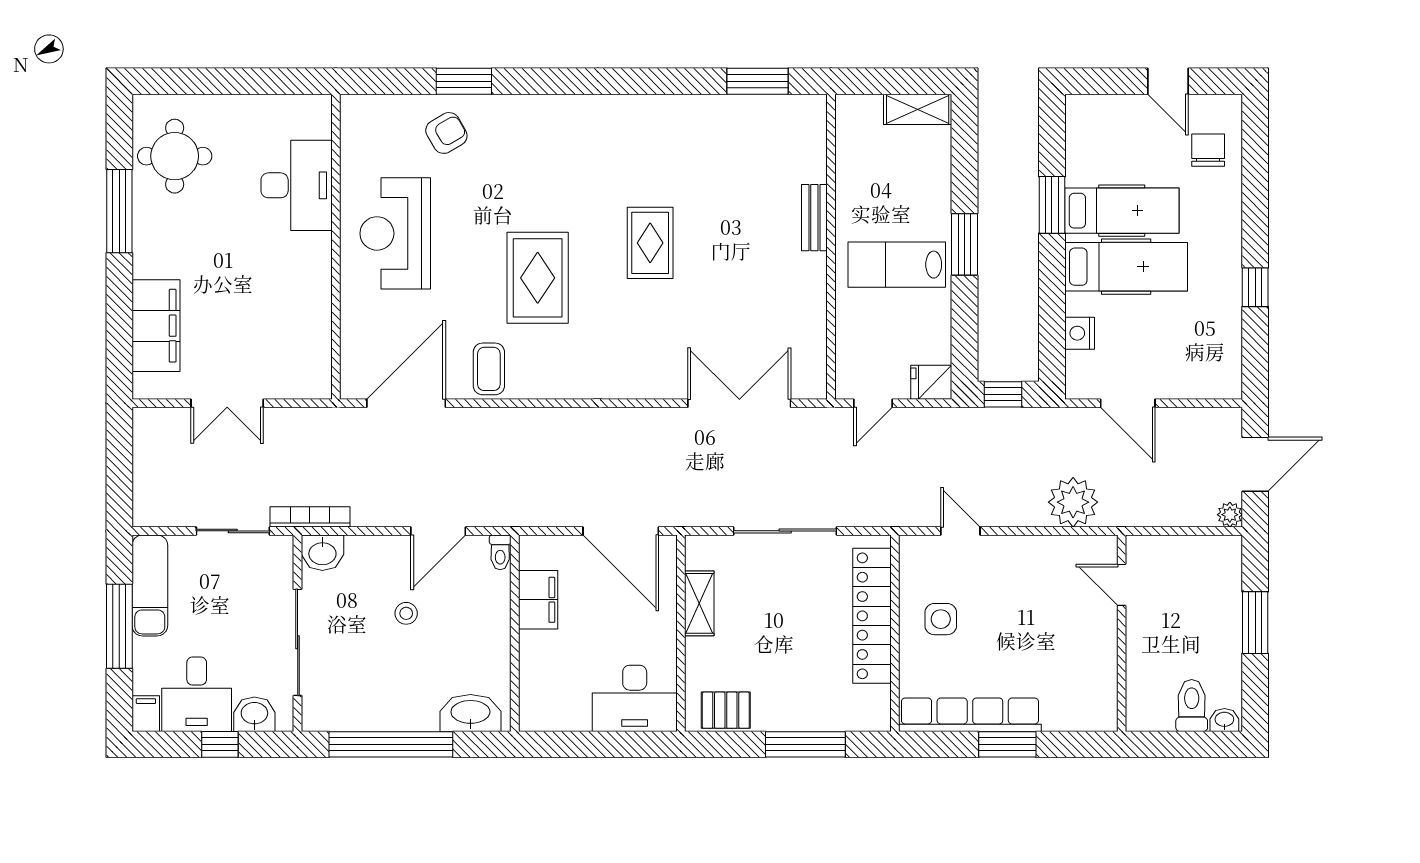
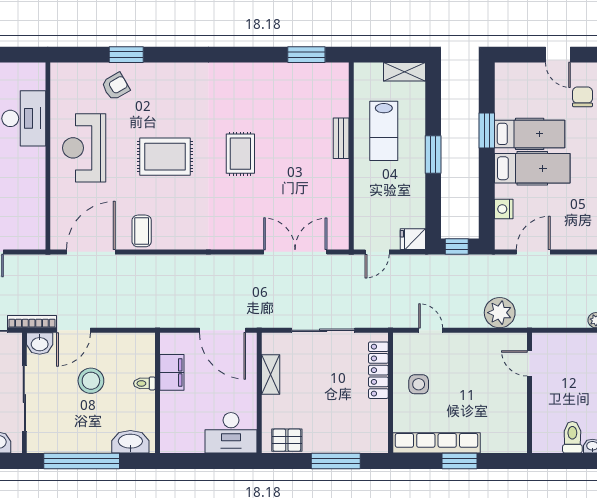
lab bench: (897, 265) -> (384, 131), moved, turned -90
rug: (538, 278) -> (165, 157), moved, turned 90
door: (1128, 403) -> (533, 252), swing flipped
door: (438, 531) -> (74, 330), moved
toilet: (500, 552) -> (144, 383), moved, turned 90
stool: (406, 613) -> (91, 381), width x1.89, depth x1.89
locker: (872, 616) -> (378, 370), width x0.71, depth x0.83

